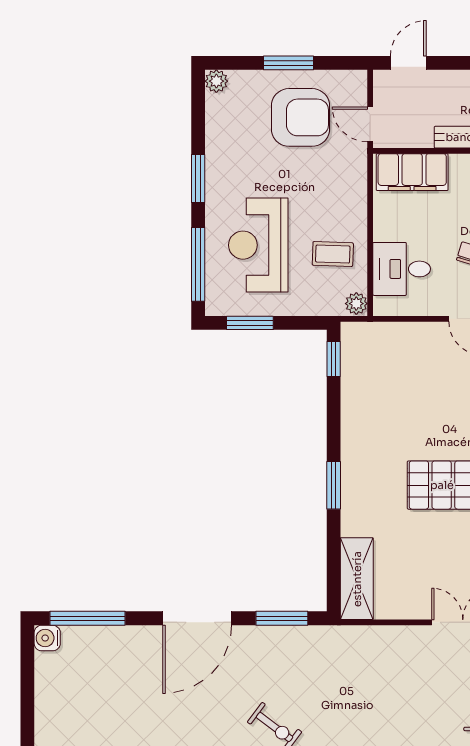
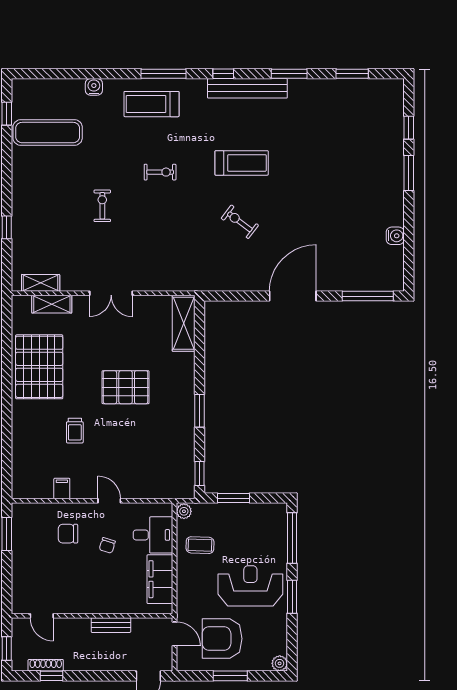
filing cabinet: (412, 172) -> (160, 579), moved, turned -90
reception desk: (258, 245) -> (250, 586), moved, turned -90
window: (250, 323) -> (234, 498), moved
window: (334, 485) -> (199, 411), moved
window: (282, 618) -> (235, 296), removed
water cooler: (47, 638) -> (395, 236), moved

